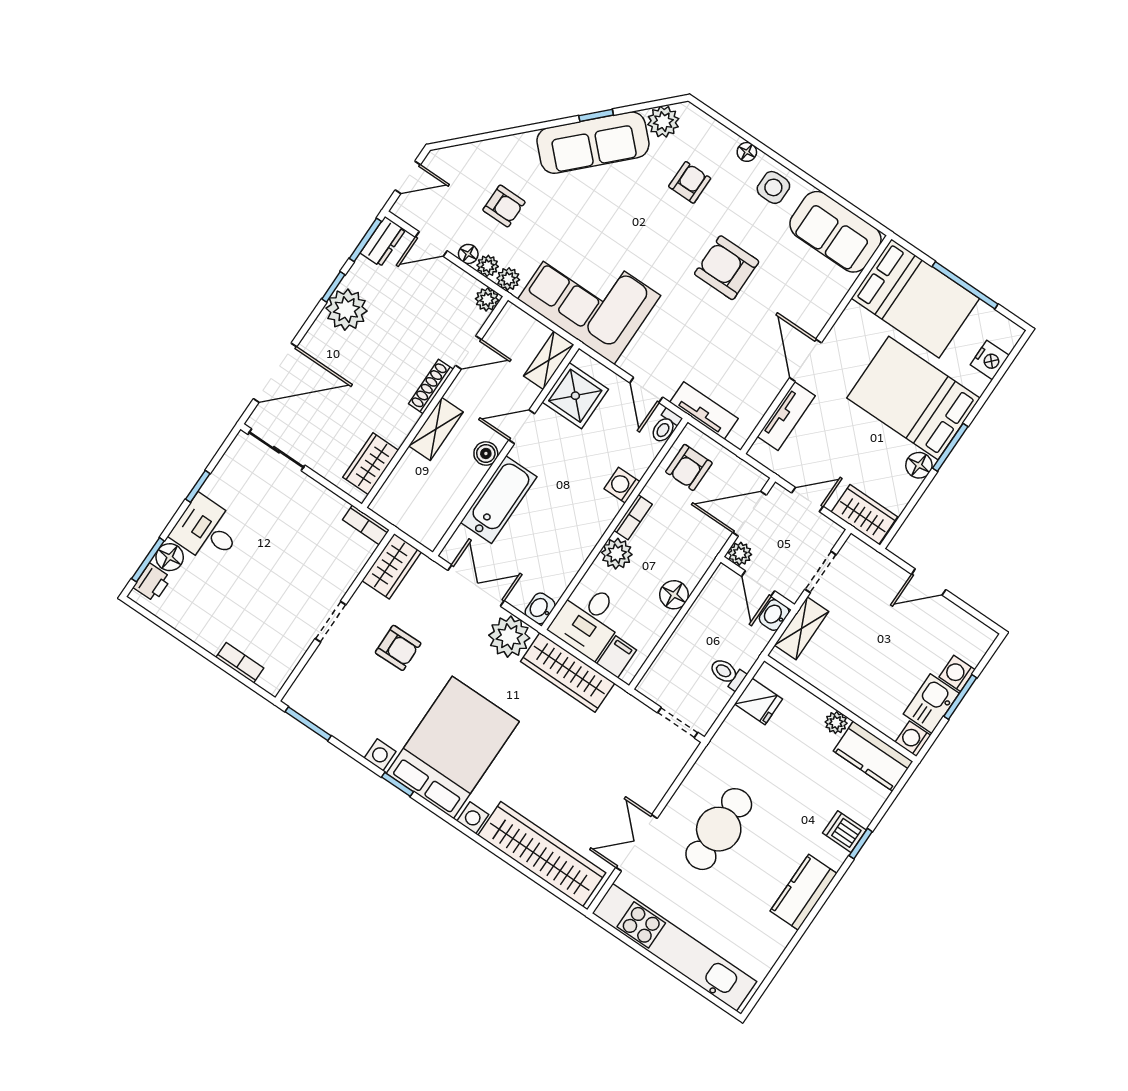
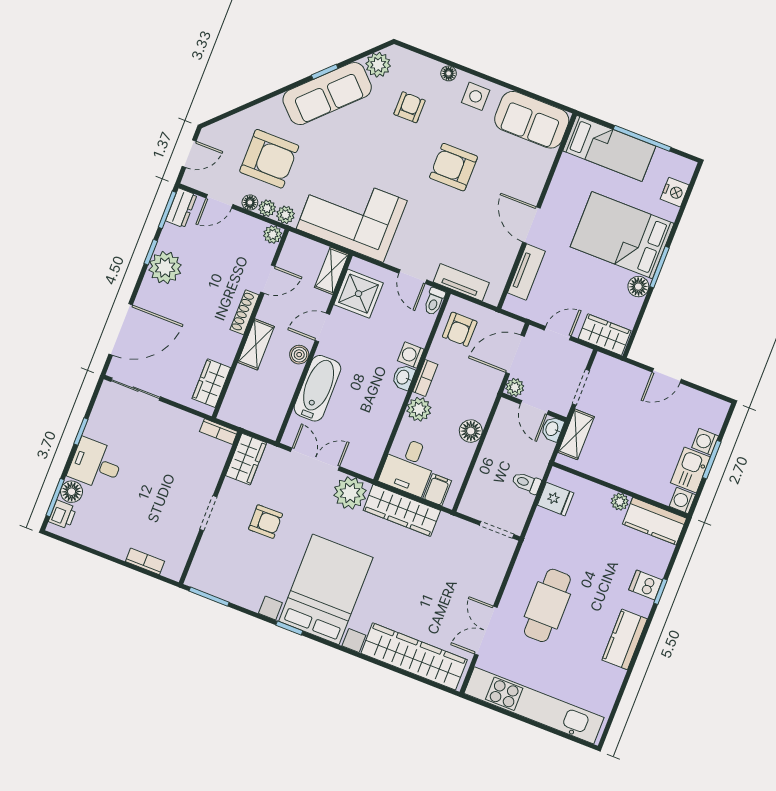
armchair: (504, 206) -> (269, 159), width x1.88, depth x1.88
bed: (915, 298) -> (609, 148), width x0.67
washbasin: (540, 608) -> (403, 377), moved

